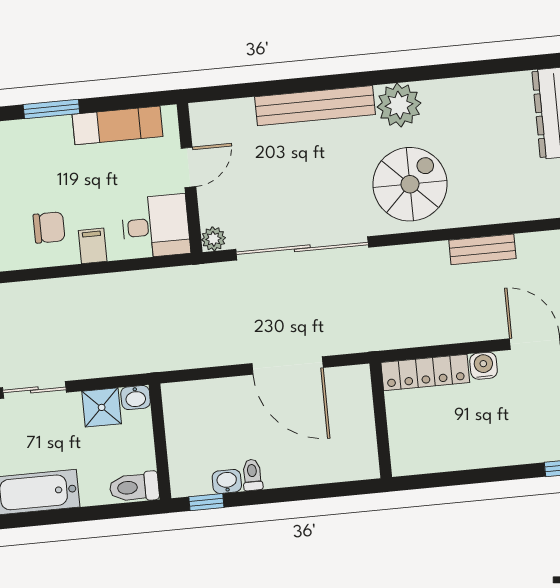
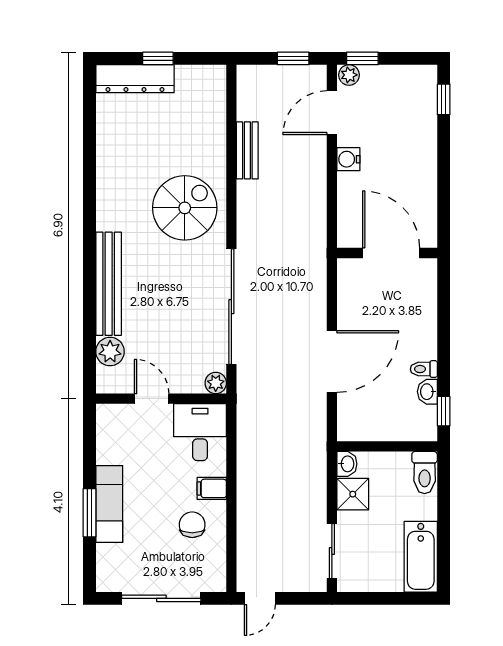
plant: (399, 105) -> (110, 352), moved, width x0.73, depth x0.73
exam couch: (117, 125) -> (109, 504), moved
spiral stairs: (410, 184) -> (185, 208), turned 90
door: (288, 366) -> (332, 361), moved
locker: (425, 372) -> (349, 210), removed
door: (381, 425) -> (391, 253), added

